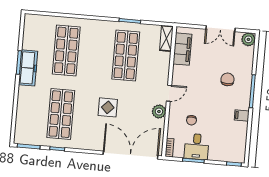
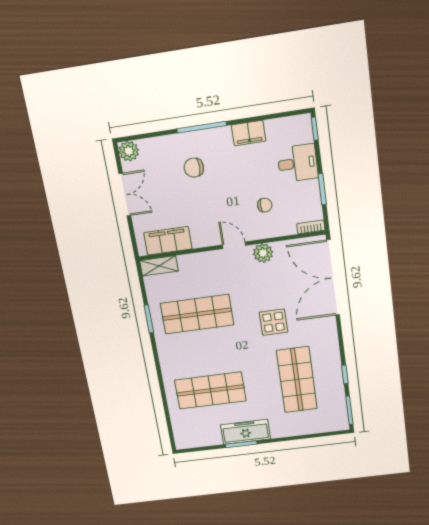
shop shelf: (61, 114) -> (297, 380), turned 90
filing cabinet: (242, 115) -> (249, 133), width x2.00
desk: (197, 147) -> (298, 163), moved

